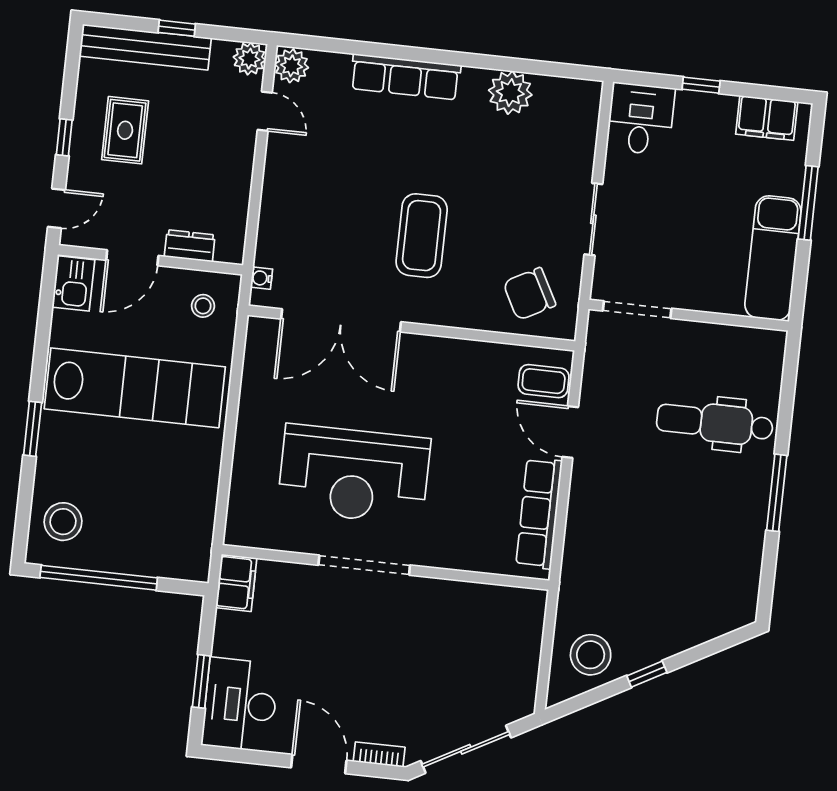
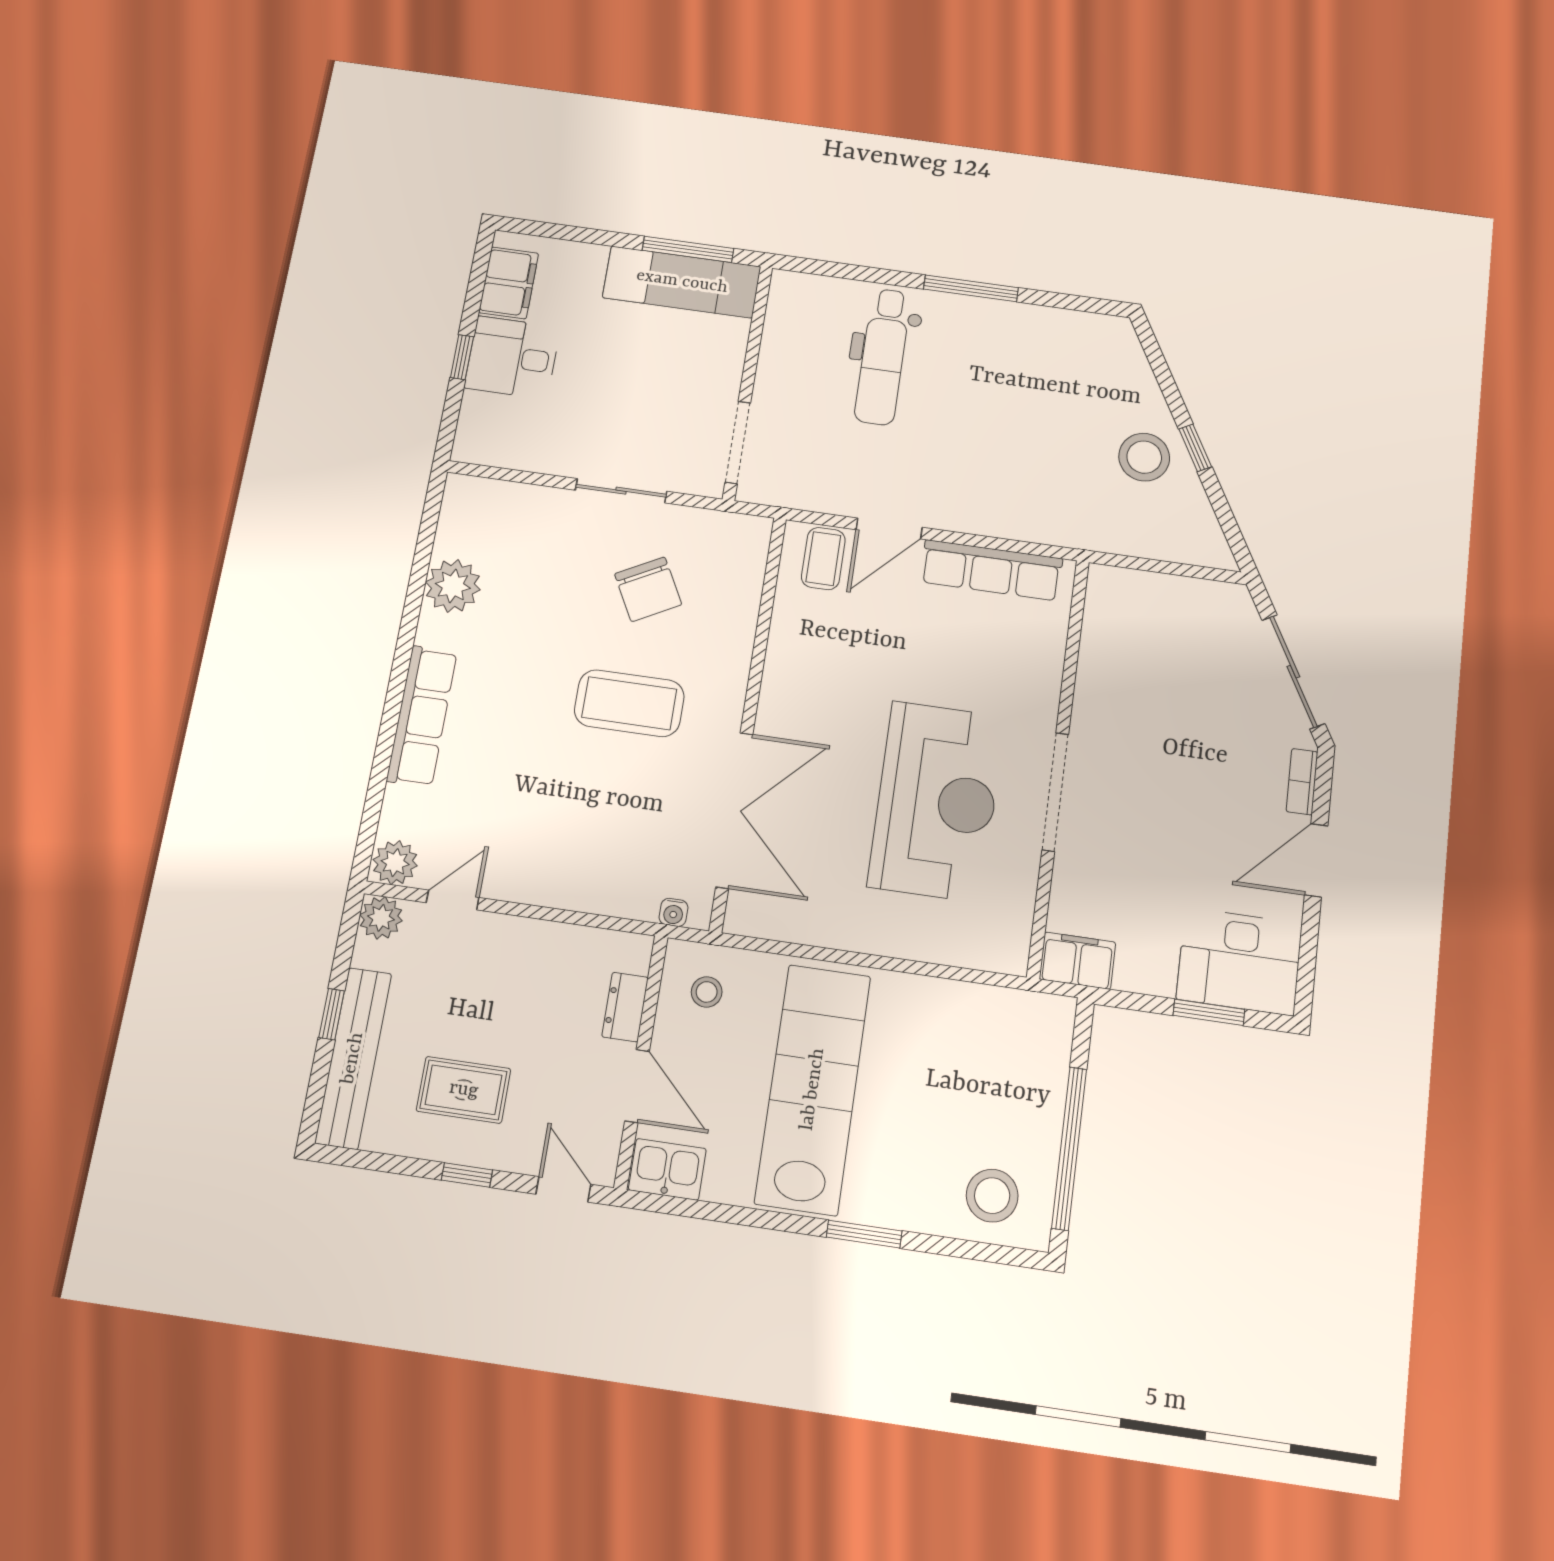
desk: (641, 119) -> (512, 357), moved
window: (808, 203) -> (688, 249), moved
chair: (529, 294) -> (648, 589), moved
stool: (591, 655) -> (1144, 457), moved

